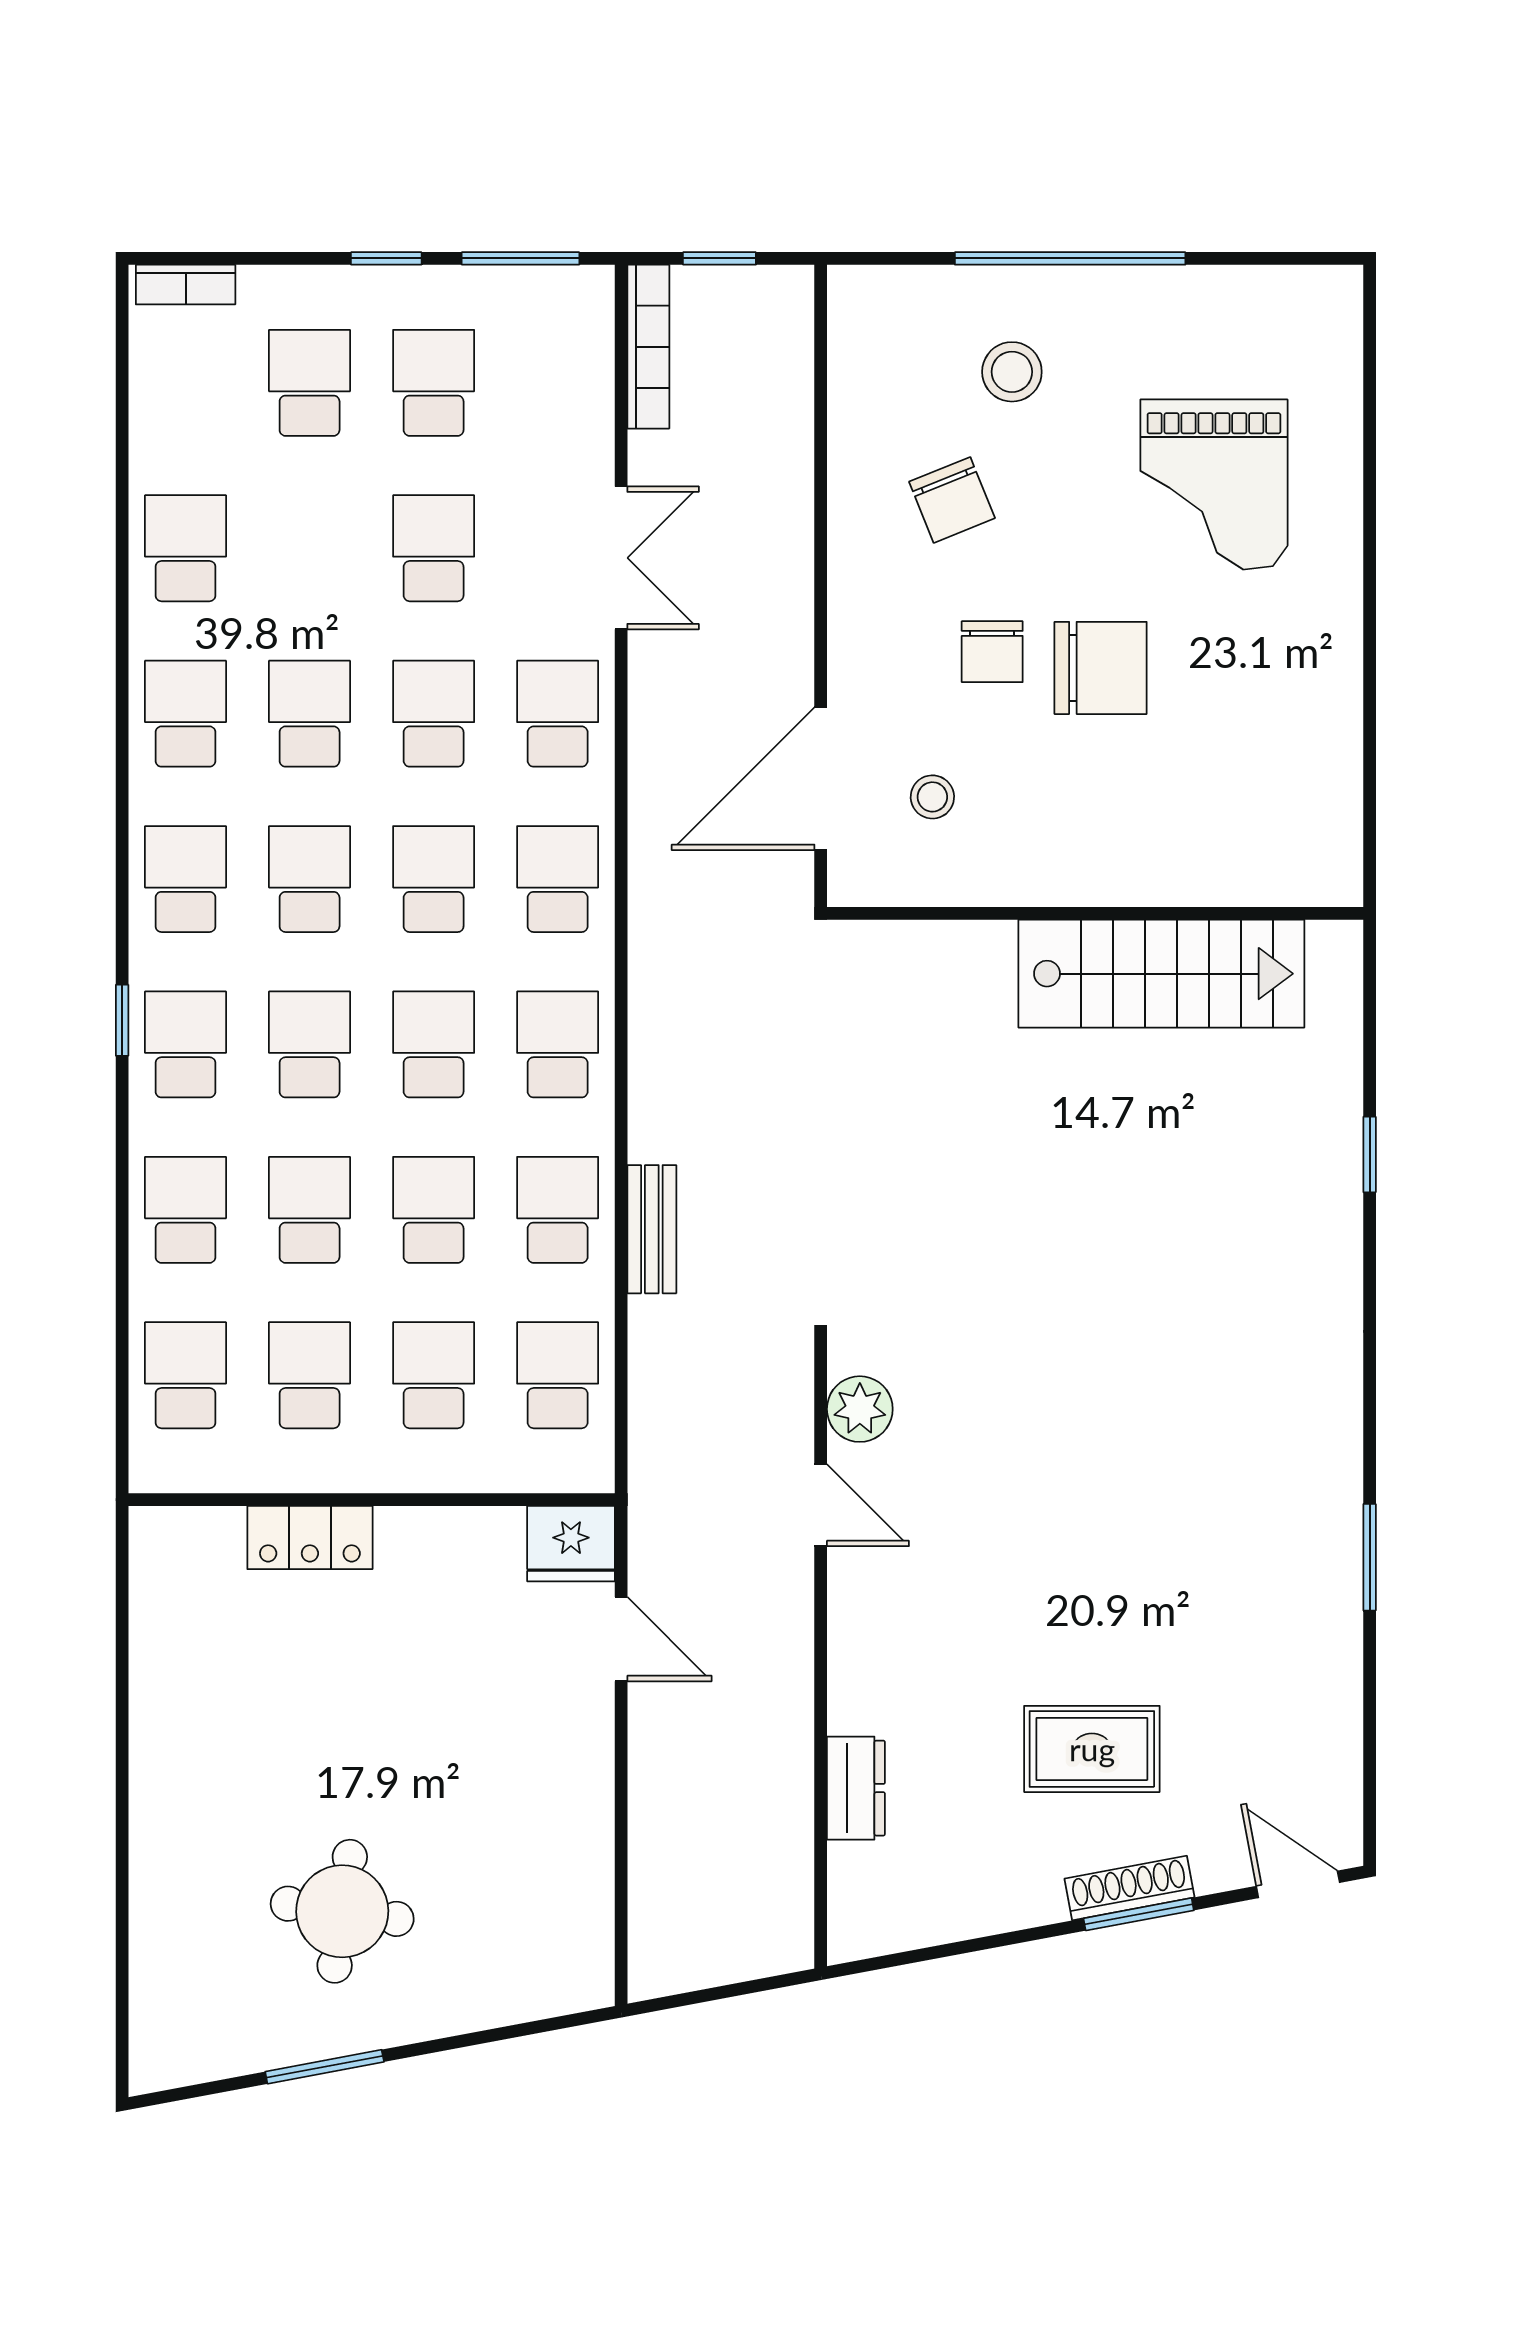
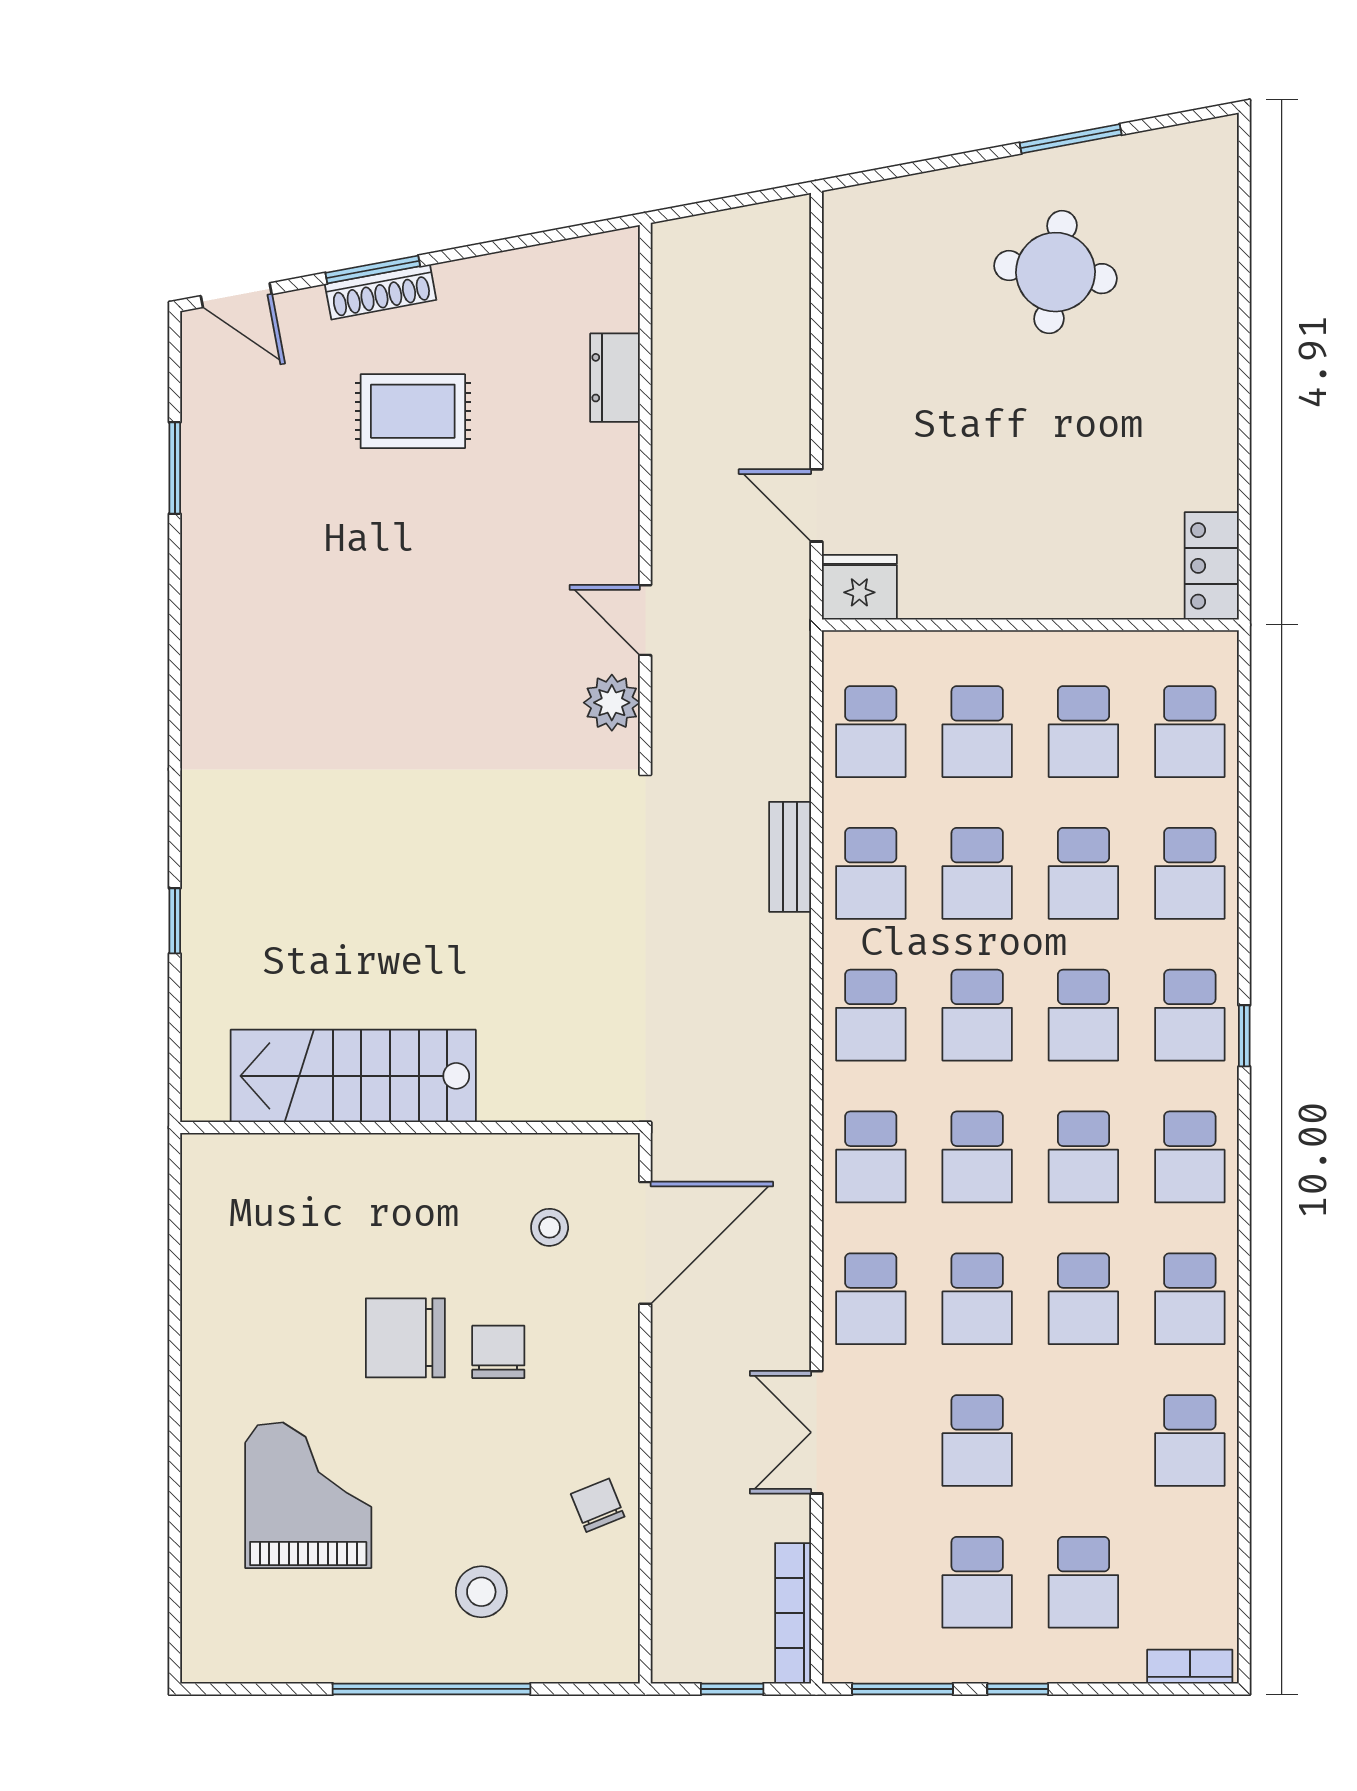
chair: (952, 500) -> (598, 1505), moved, width x0.73, depth x0.73
locker: (310, 1538) -> (1212, 566), moved, turned -90
window: (1370, 1557) -> (175, 468), moved

